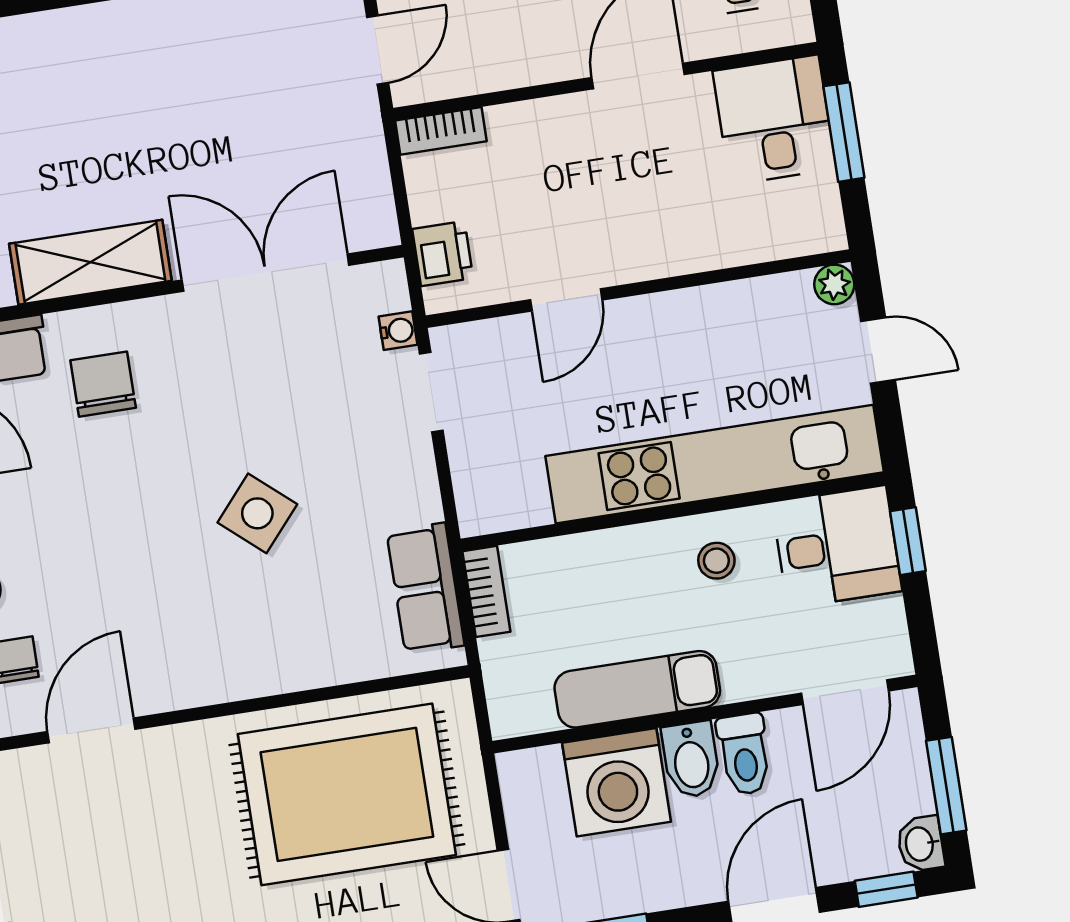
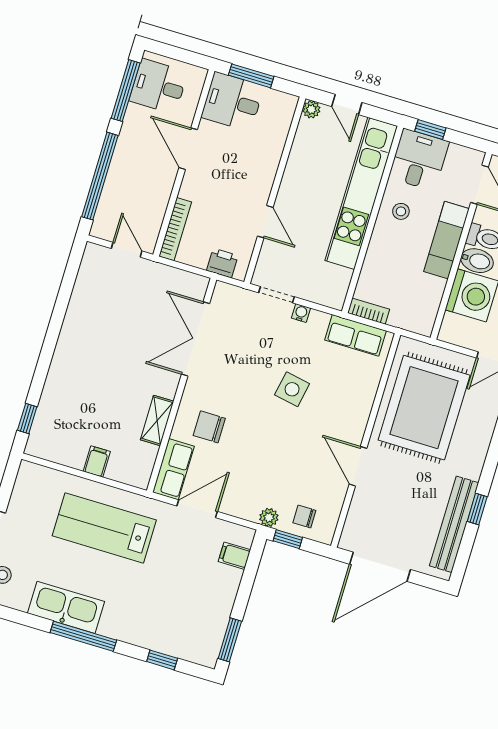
bookcase: (441, 131) -> (175, 229), width x1.56
shelving: (90, 262) -> (157, 420), width x0.67, depth x0.75
water cooler: (398, 331) -> (301, 313), moved
door: (878, 350) -> (347, 104), swing flipped
side table: (257, 513) -> (292, 389), turned -30
exam couch: (637, 689) -> (446, 240), moved
door: (91, 730) -> (358, 466), moved

